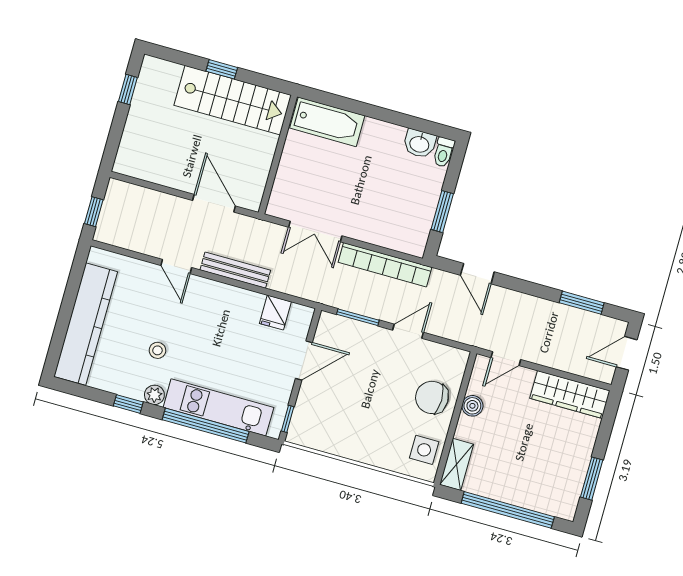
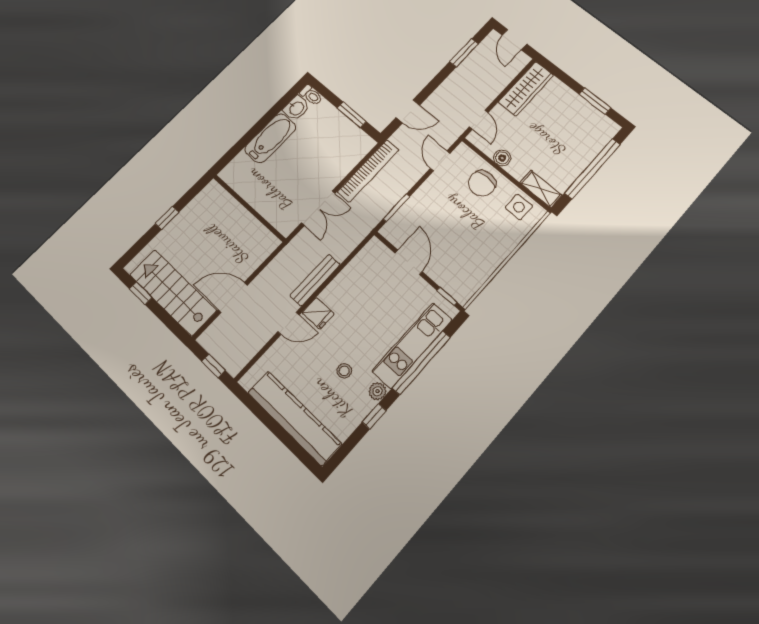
stairs: (233, 100) -> (173, 292), moved, turned -90
bathtub: (327, 122) -> (270, 138), moved
door: (214, 203) -> (233, 297), moved
fridge: (275, 313) -> (318, 313), moved
door: (408, 331) -> (440, 161), moved

